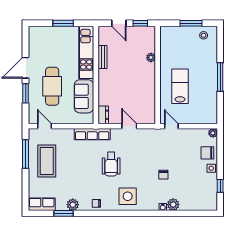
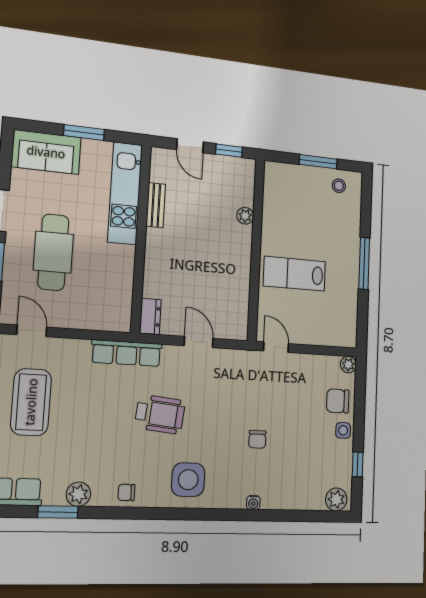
lab bench: (180, 86) -> (294, 274), turned -90
sofa: (84, 96) -> (46, 152), moved, turned -90
wheelchair: (111, 164) -> (160, 414), turned -84
plant: (173, 205) -> (336, 499), moved

